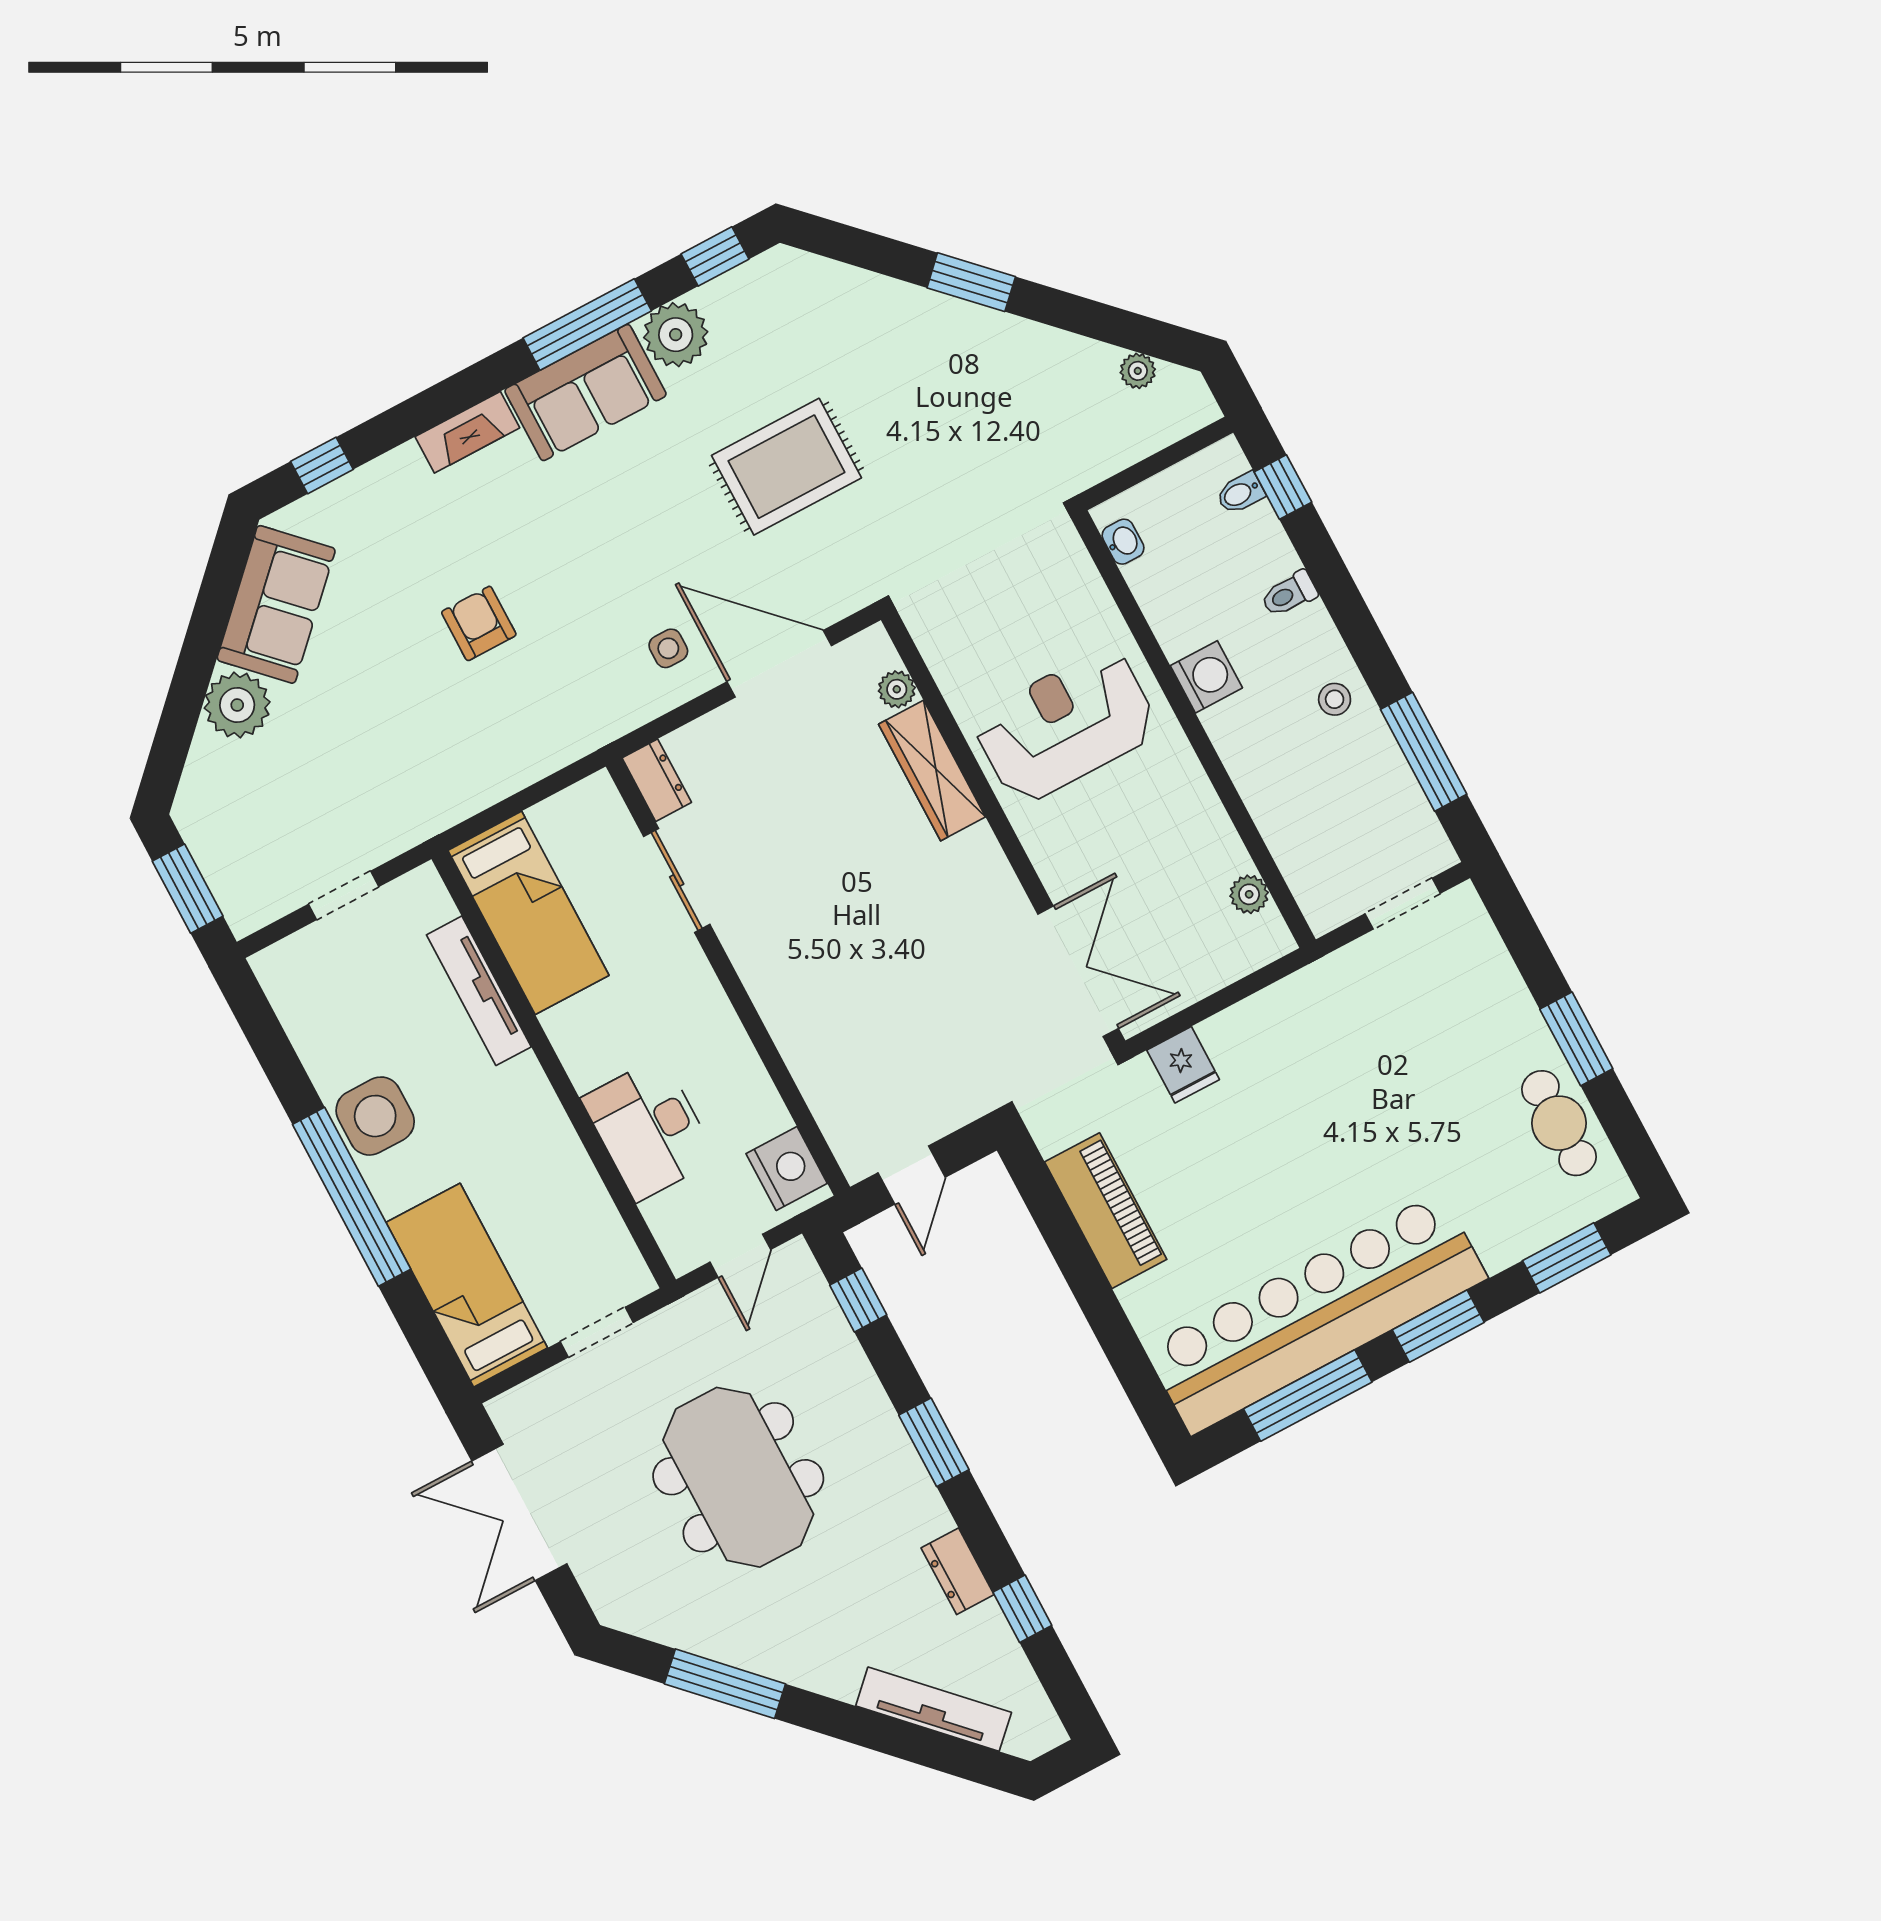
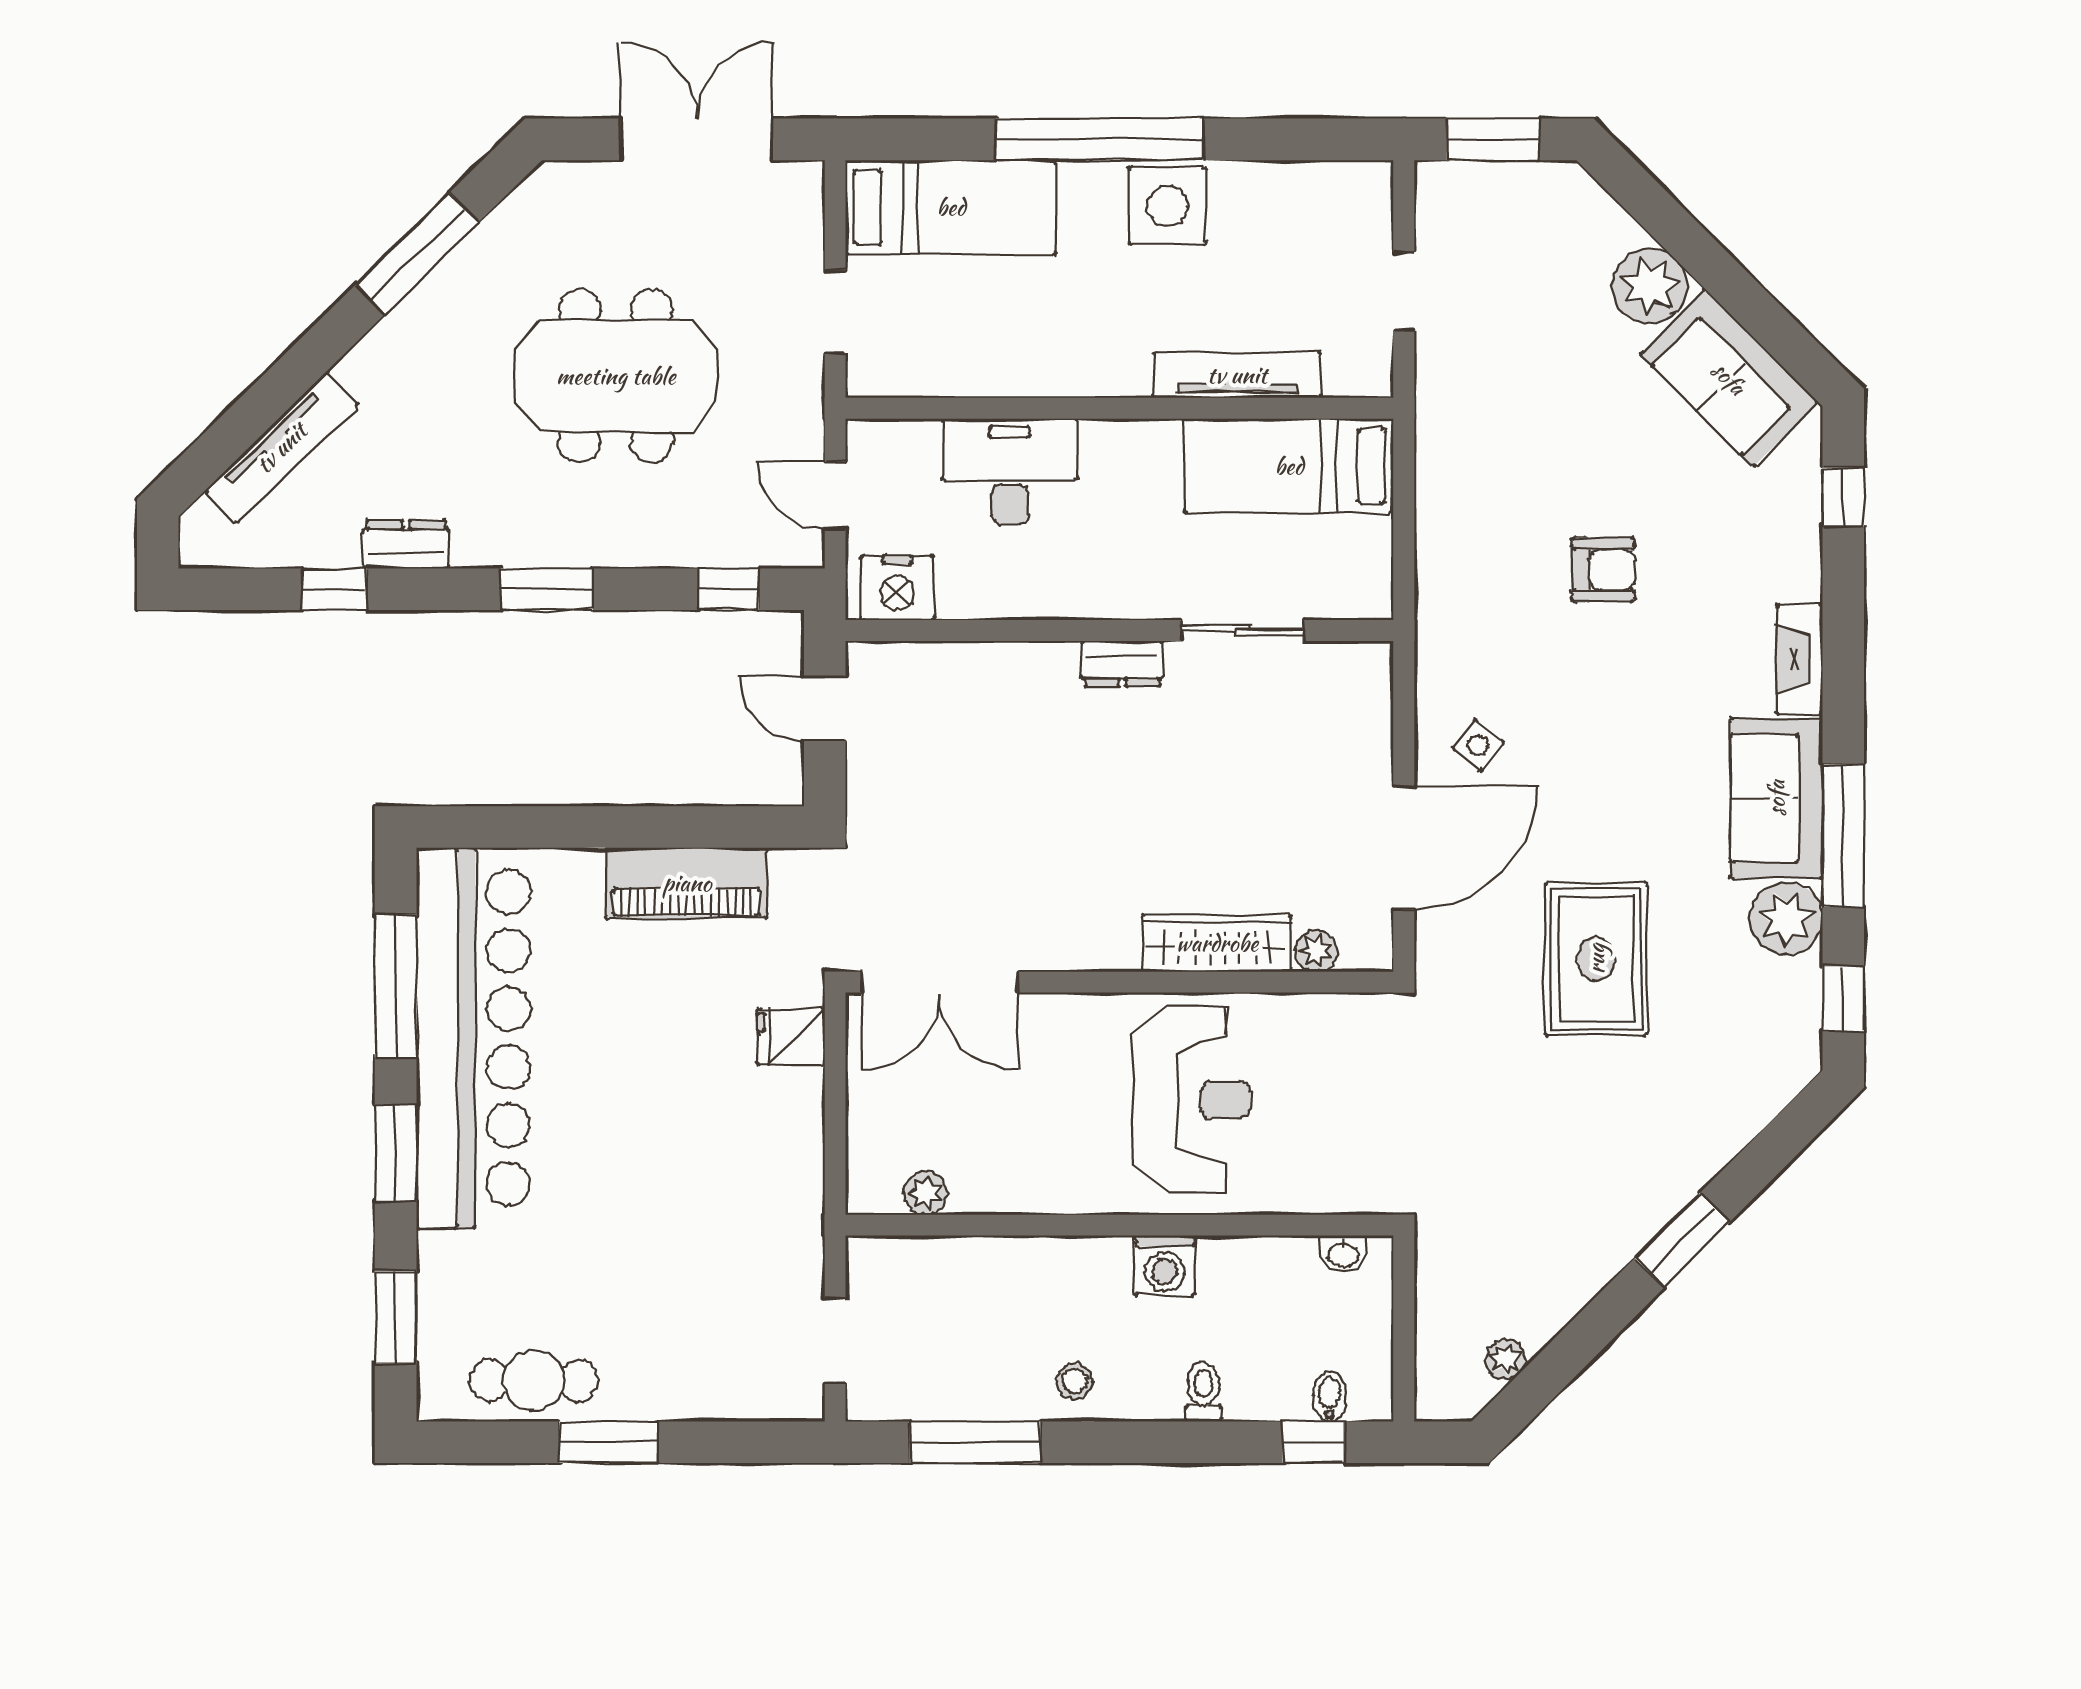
side table: (668, 648) -> (1478, 745), turned 38
dresser: (657, 780) -> (1122, 664), moved

